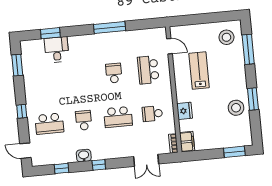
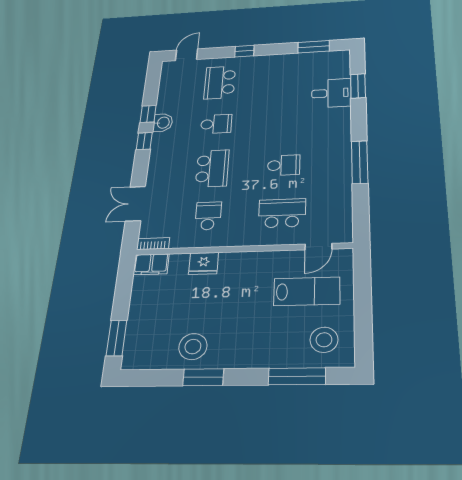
lab bench: (199, 70) -> (307, 291), moved
school desk: (118, 117) -> (212, 168), turned 180
window: (61, 168) -> (148, 114), moved

